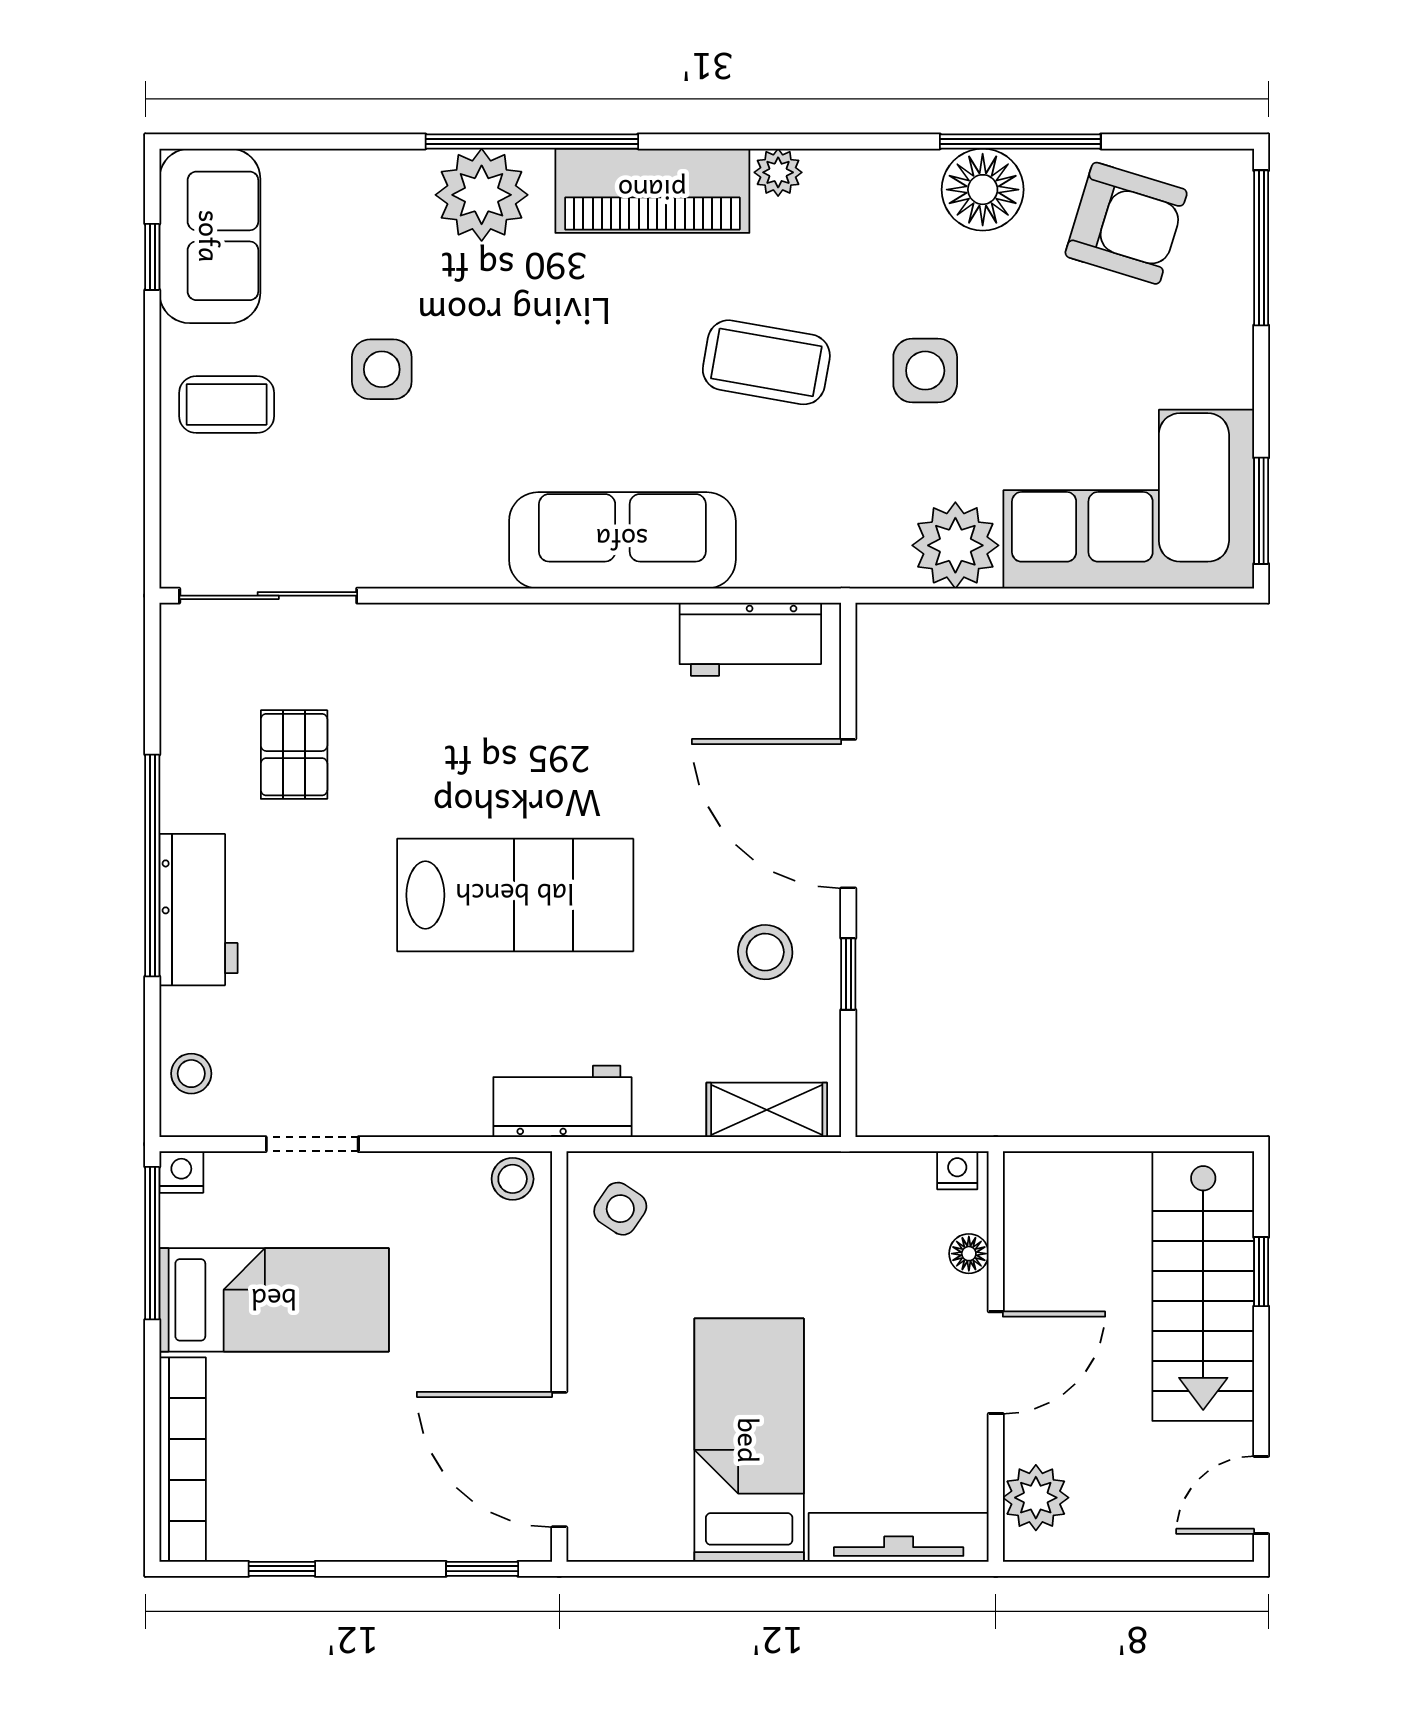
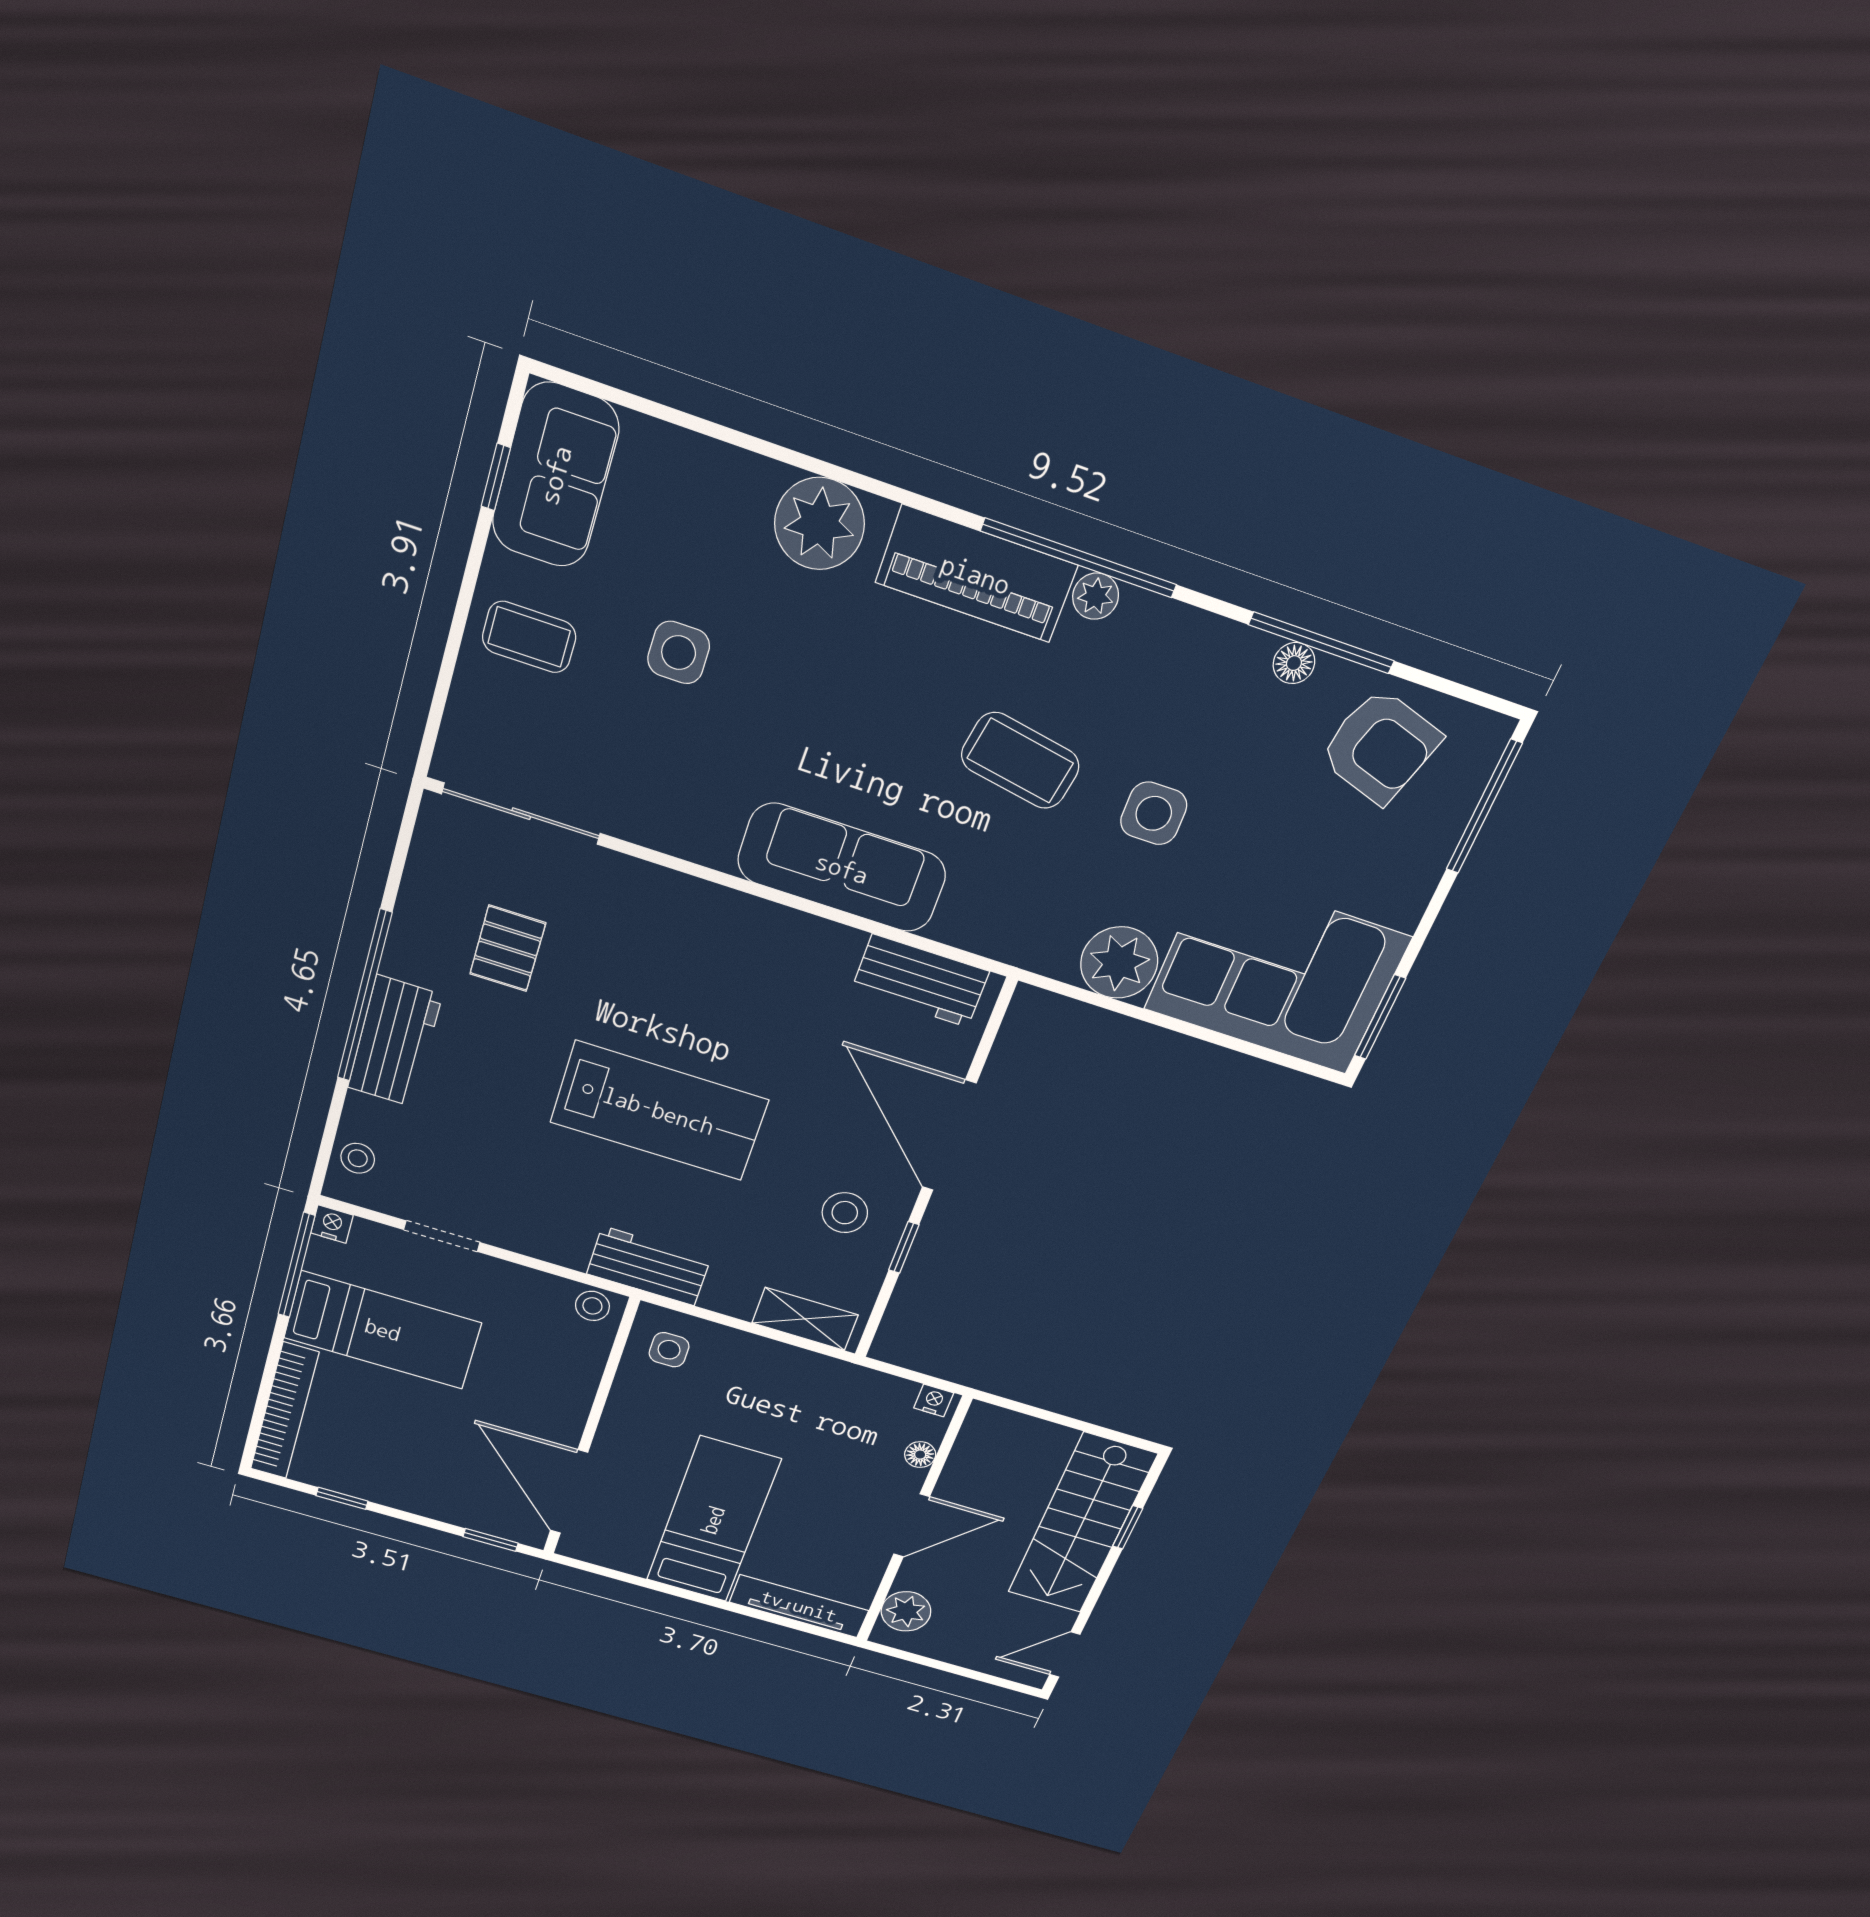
window: (532, 141) -> (1079, 558), moved
floor lamp: (983, 190) -> (1294, 663), width x0.53, depth x0.53
side table: (620, 1209) -> (669, 1350), turned -34

